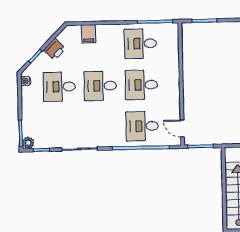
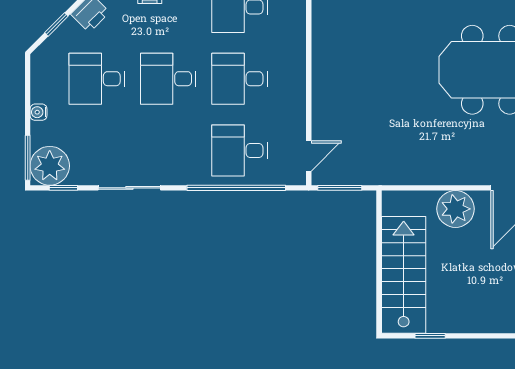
water cooler: (26, 81) -> (39, 112), moved
door: (182, 128) -> (309, 156), swing flipped
plant: (28, 143) -> (50, 166), width x1.88, depth x1.88

